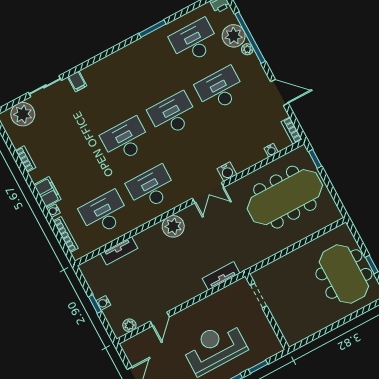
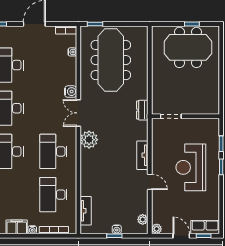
double door: (208, 193) -> (78, 113), swing flipped
plant: (173, 226) -> (89, 140), moved
tv unit: (119, 251) -> (86, 211), moved
dresser: (249, 261) -> (142, 110), added
tv unit: (221, 276) -> (142, 155), moved
door: (160, 319) -> (150, 182), moved
plant: (127, 346) -> (157, 229), added

